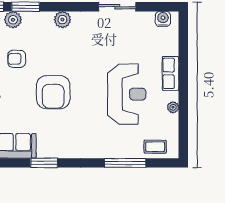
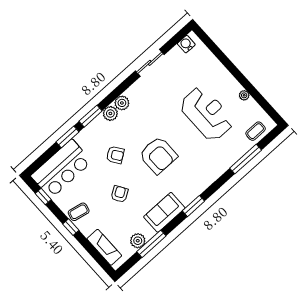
plant: (13, 20) -> (110, 113), moved
armchair: (17, 59) -> (115, 155), turned -125
row of seats: (171, 73) -> (223, 75), removed

